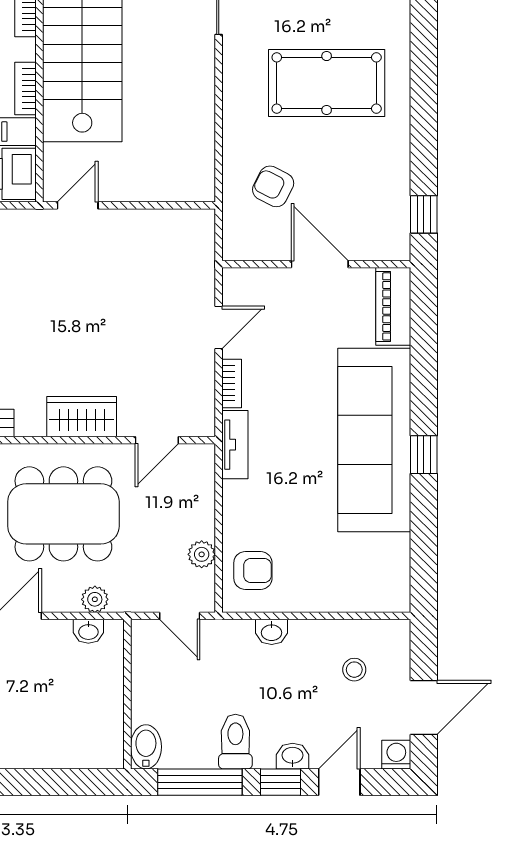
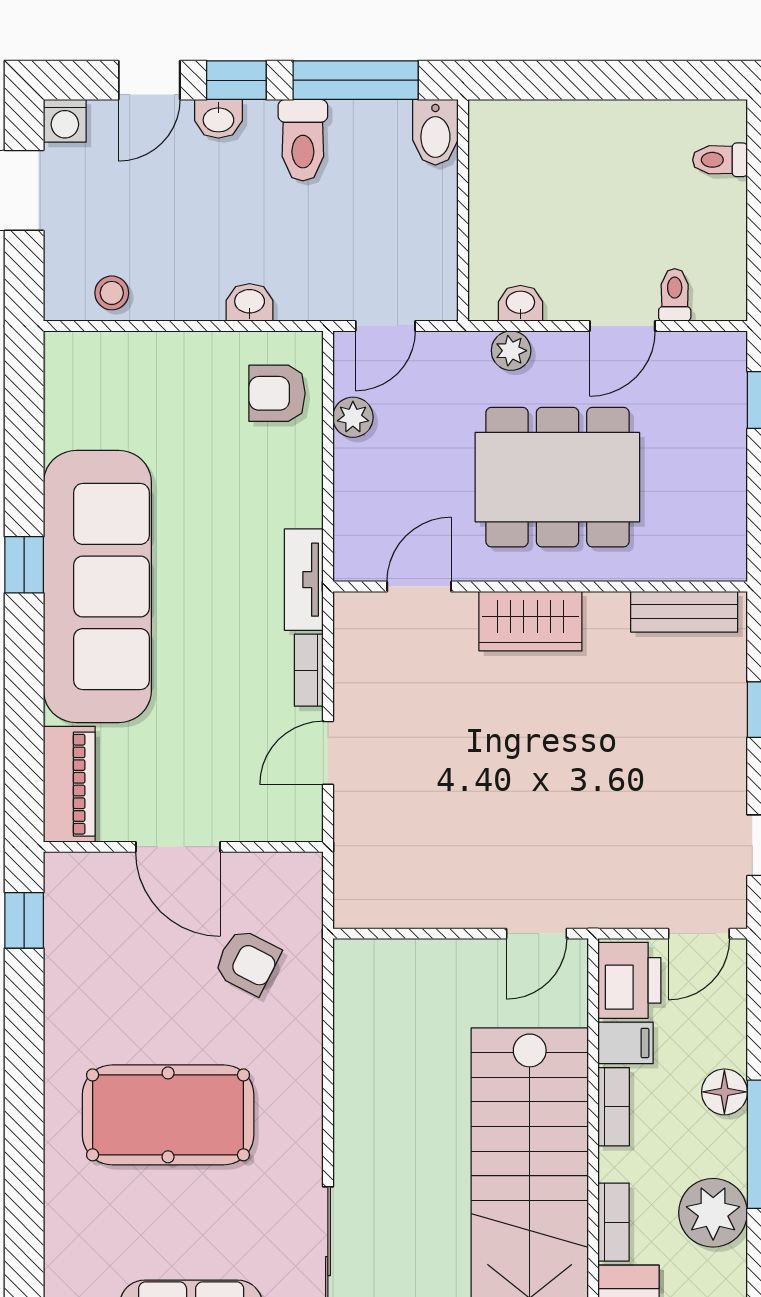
door: (180, 616) -> (385, 326), swing flipped
stool: (354, 670) -> (112, 293), moved

